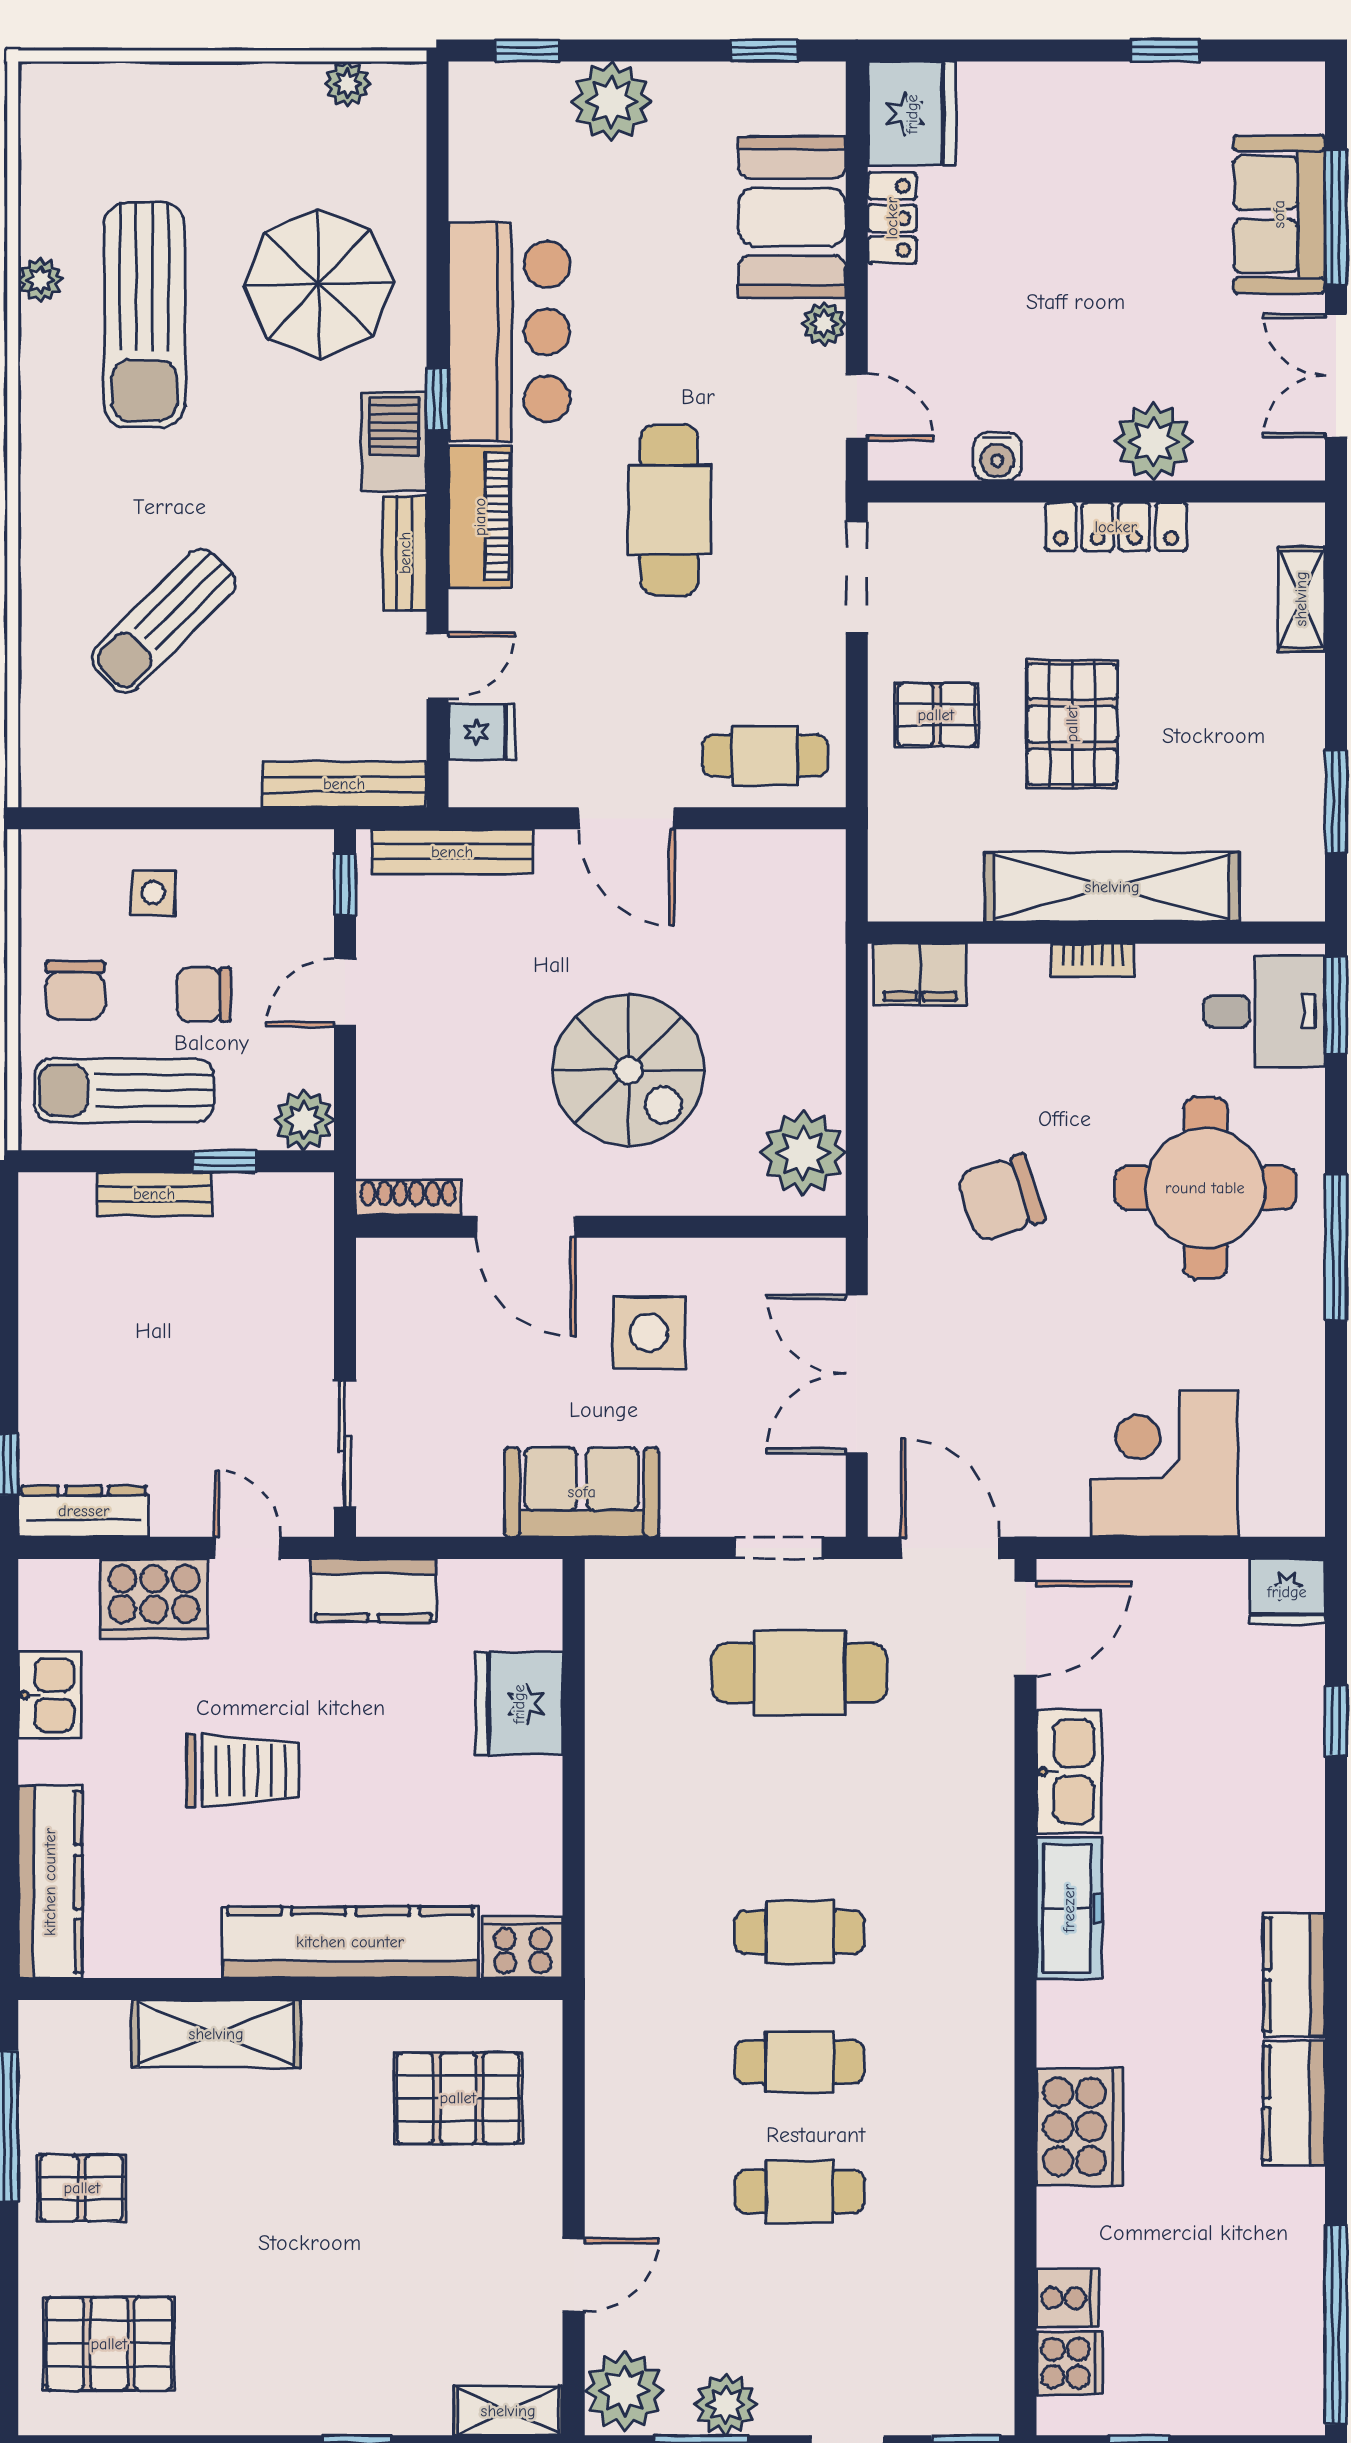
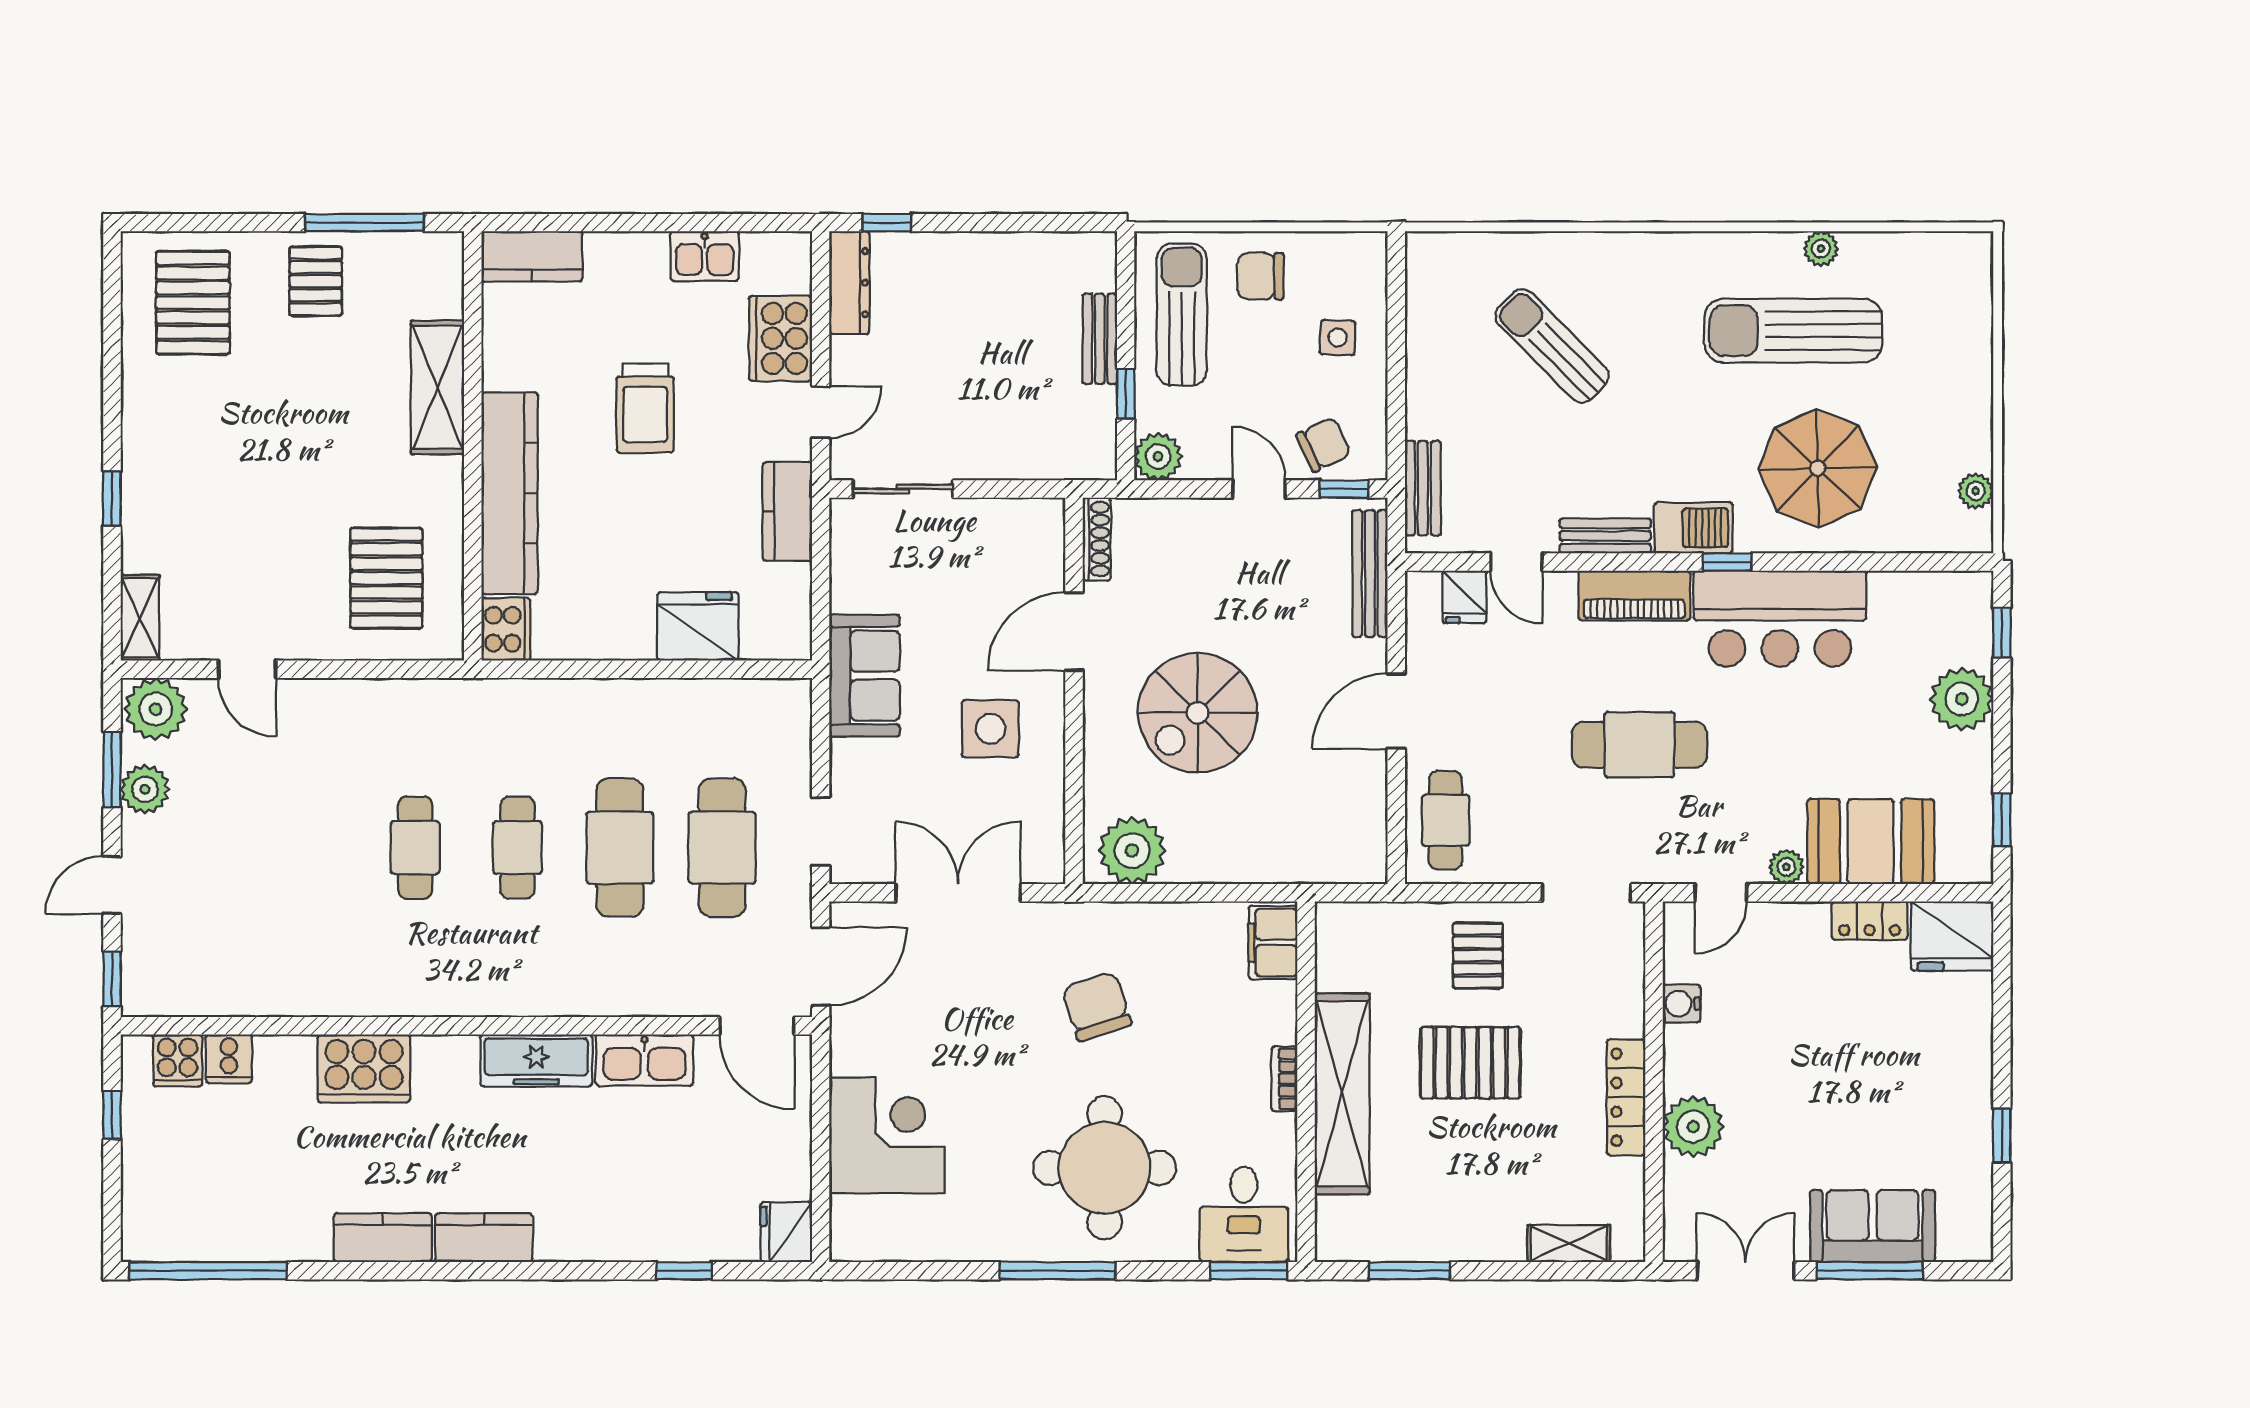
bench: (344, 784) -> (1423, 488), width x0.73
chair: (204, 995) -> (1324, 445), moved, turned 65
kitchen counter: (50, 1882) -> (532, 256), width x0.67
cafe table: (800, 2192) -> (620, 848), moved, width x1.37, depth x1.35

